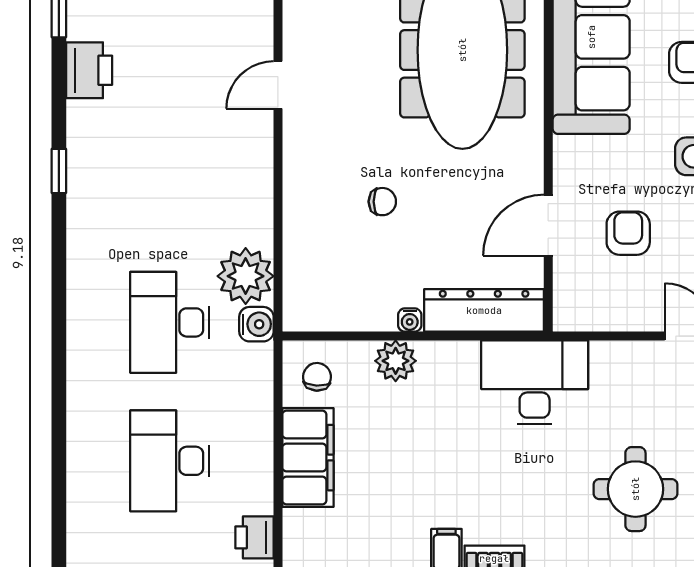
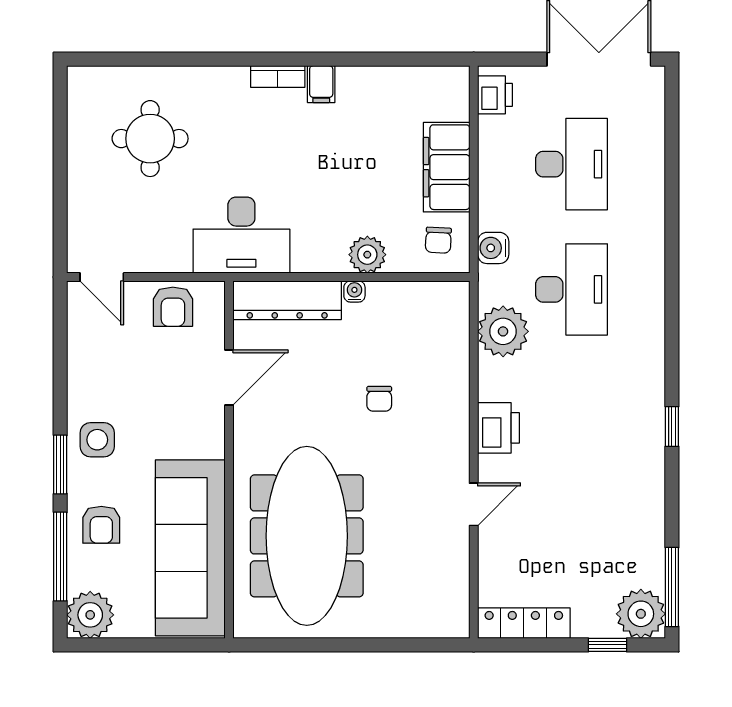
printer: (89, 70) -> (498, 428), moved, turned 180
chair: (382, 202) -> (379, 399), turned -90
armchair: (628, 233) -> (173, 307), moved
water cooler: (256, 324) -> (493, 248), moved

